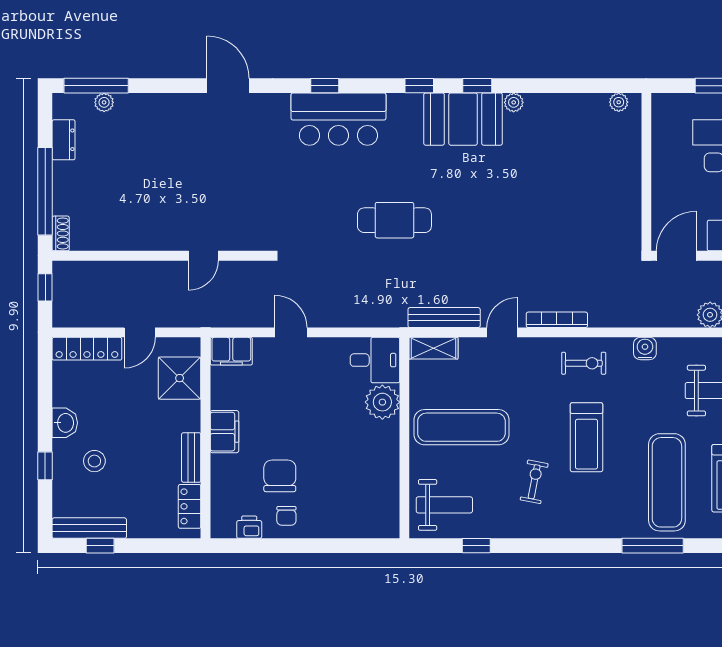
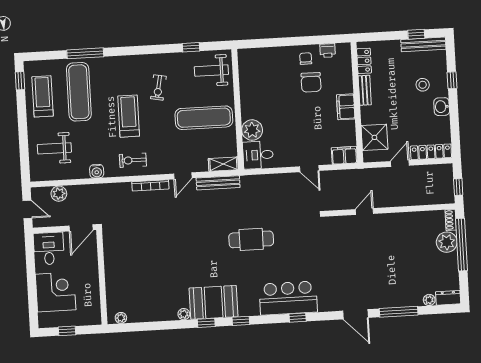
window: (96, 86) -> (399, 312), moved
dresser: (64, 140) -> (448, 298), moved, turned 90
plant: (69, 197) -> (447, 242), added

